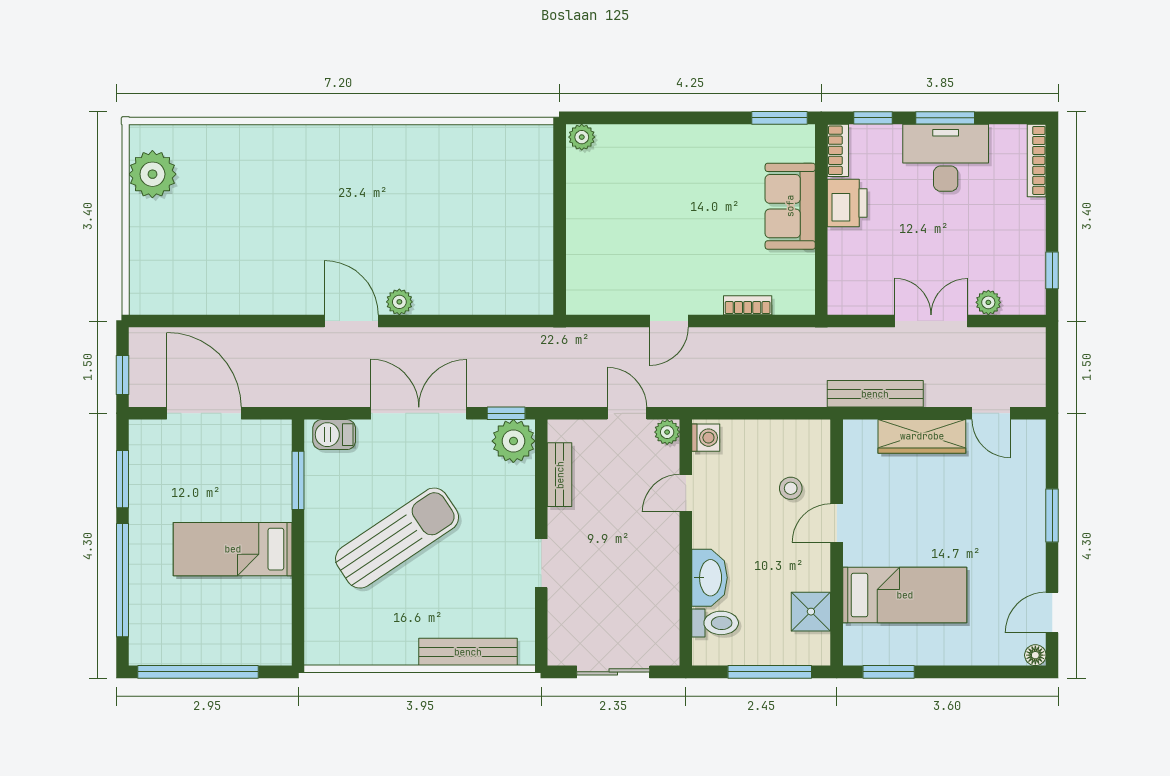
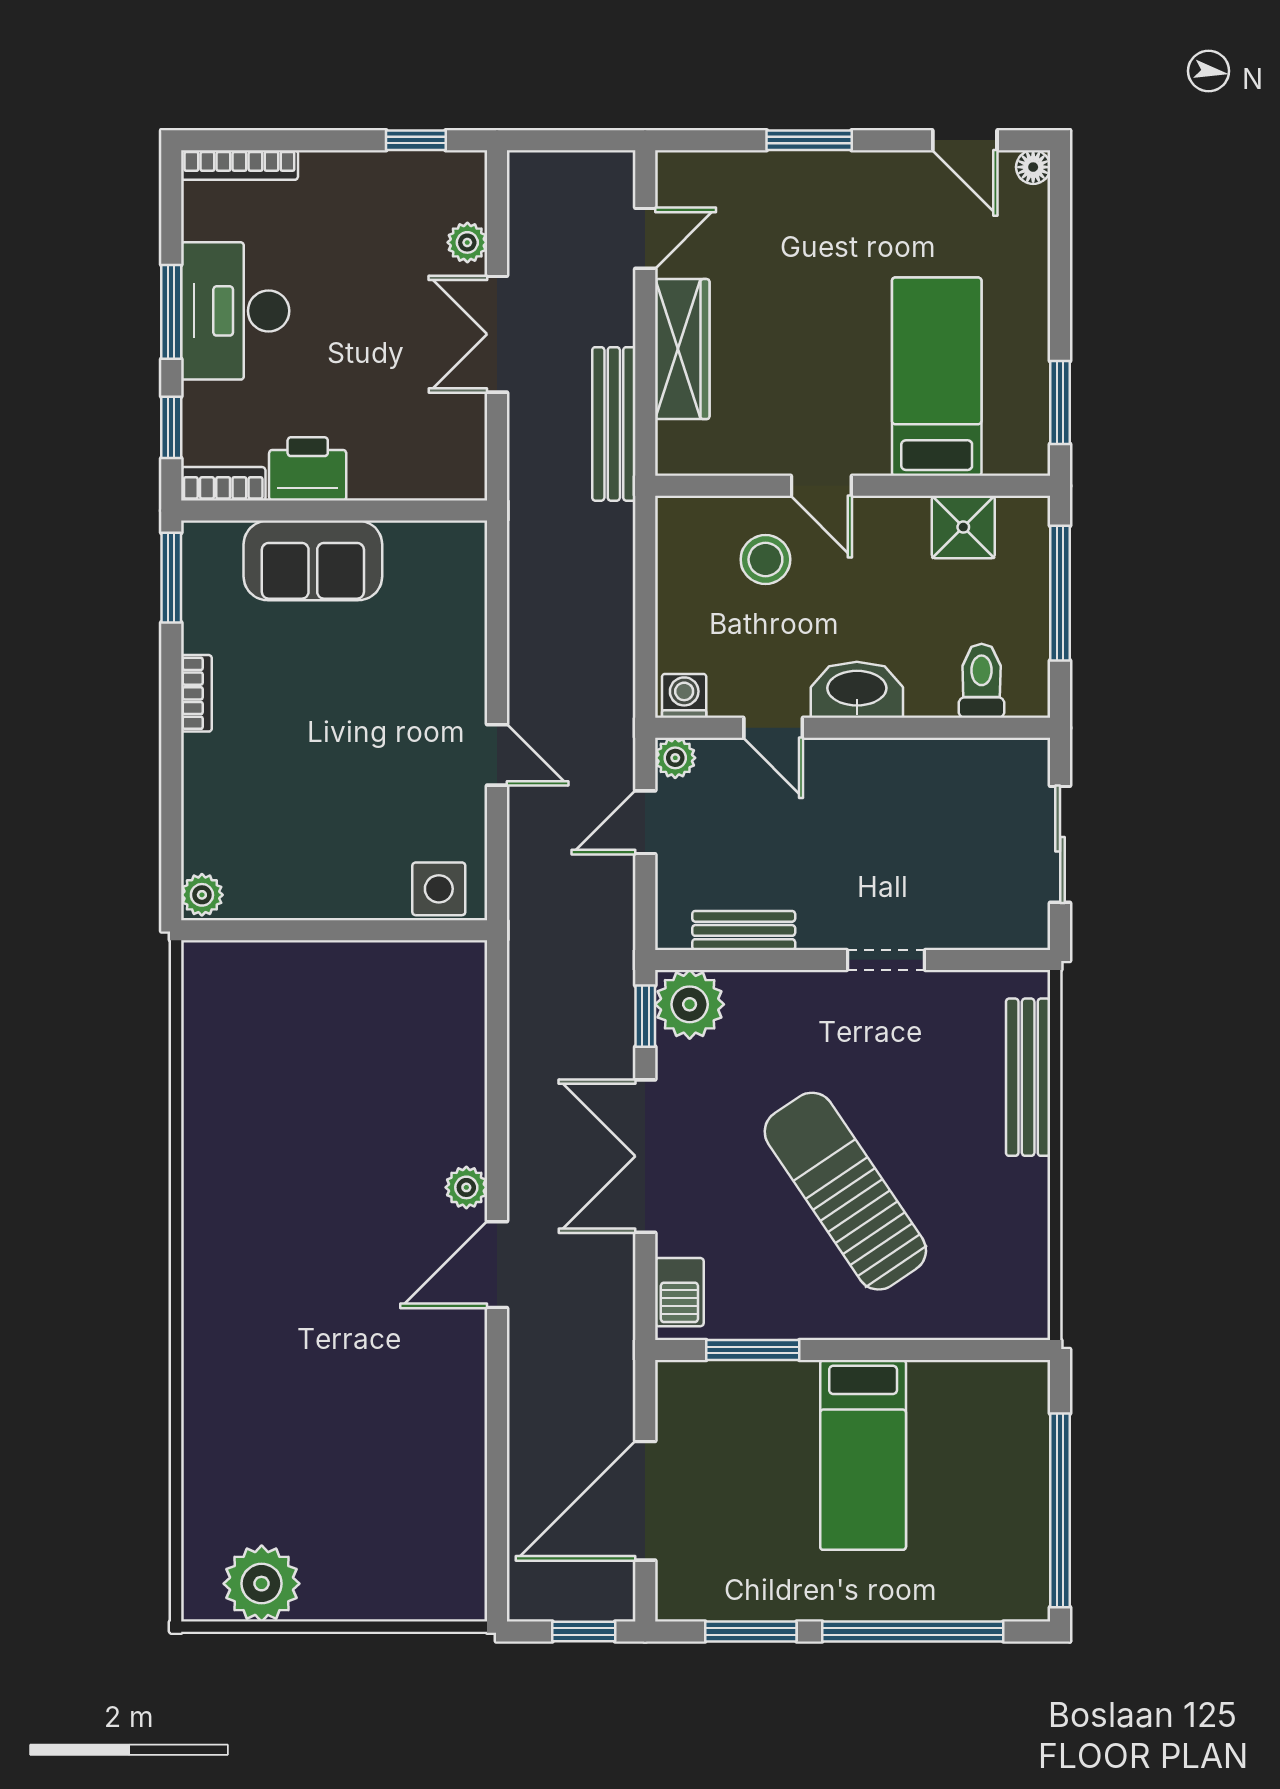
side table: (585, 285) -> (439, 889), added
bookcase: (748, 305) -> (196, 693), moved, turned 180
stool: (791, 488) -> (765, 559), width x1.37, depth x1.37
washbasin: (709, 578) -> (857, 690), moved

